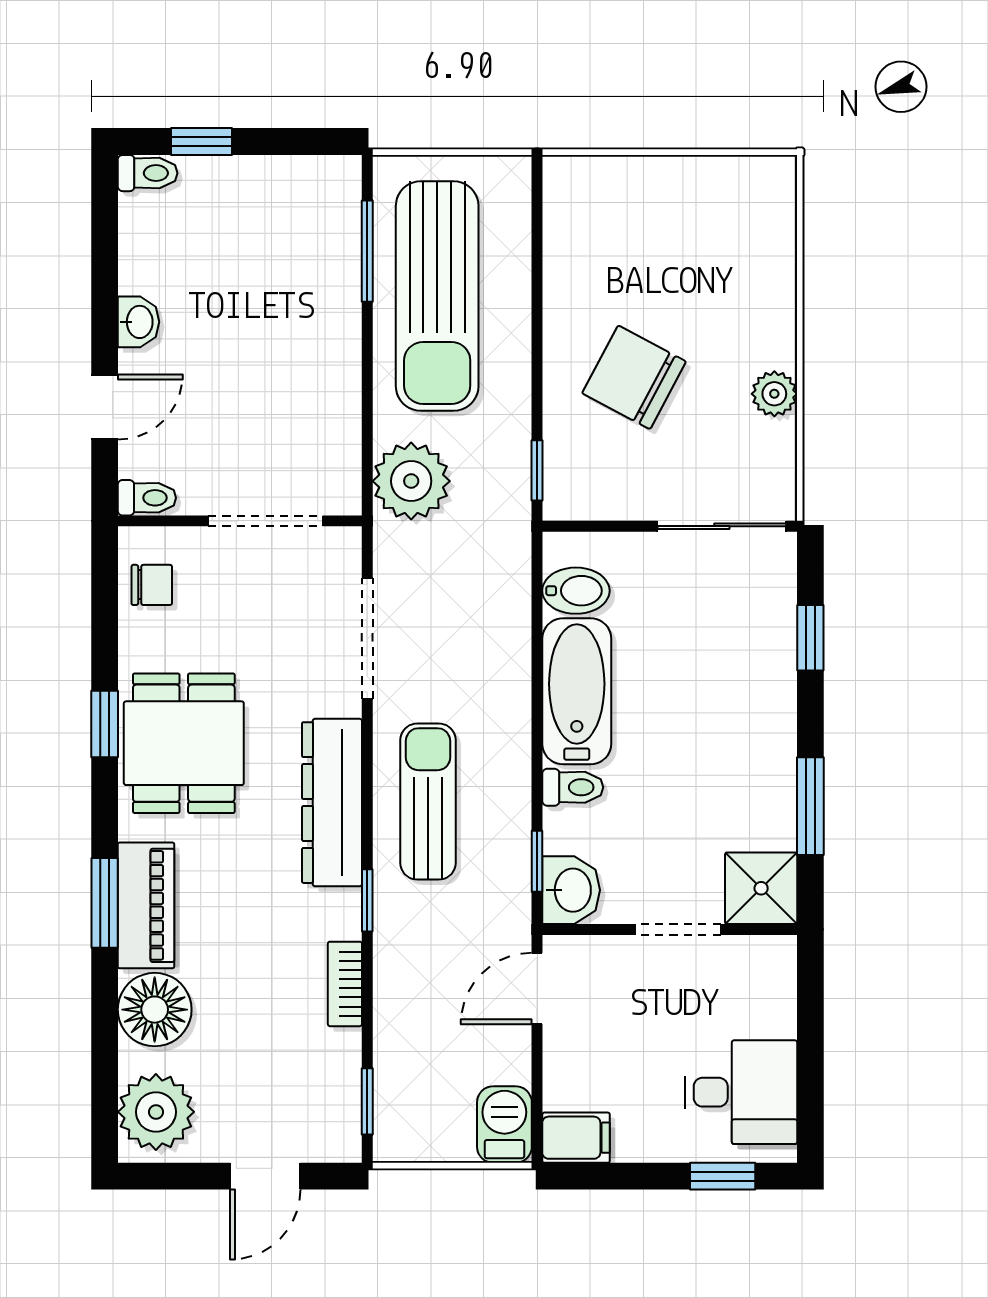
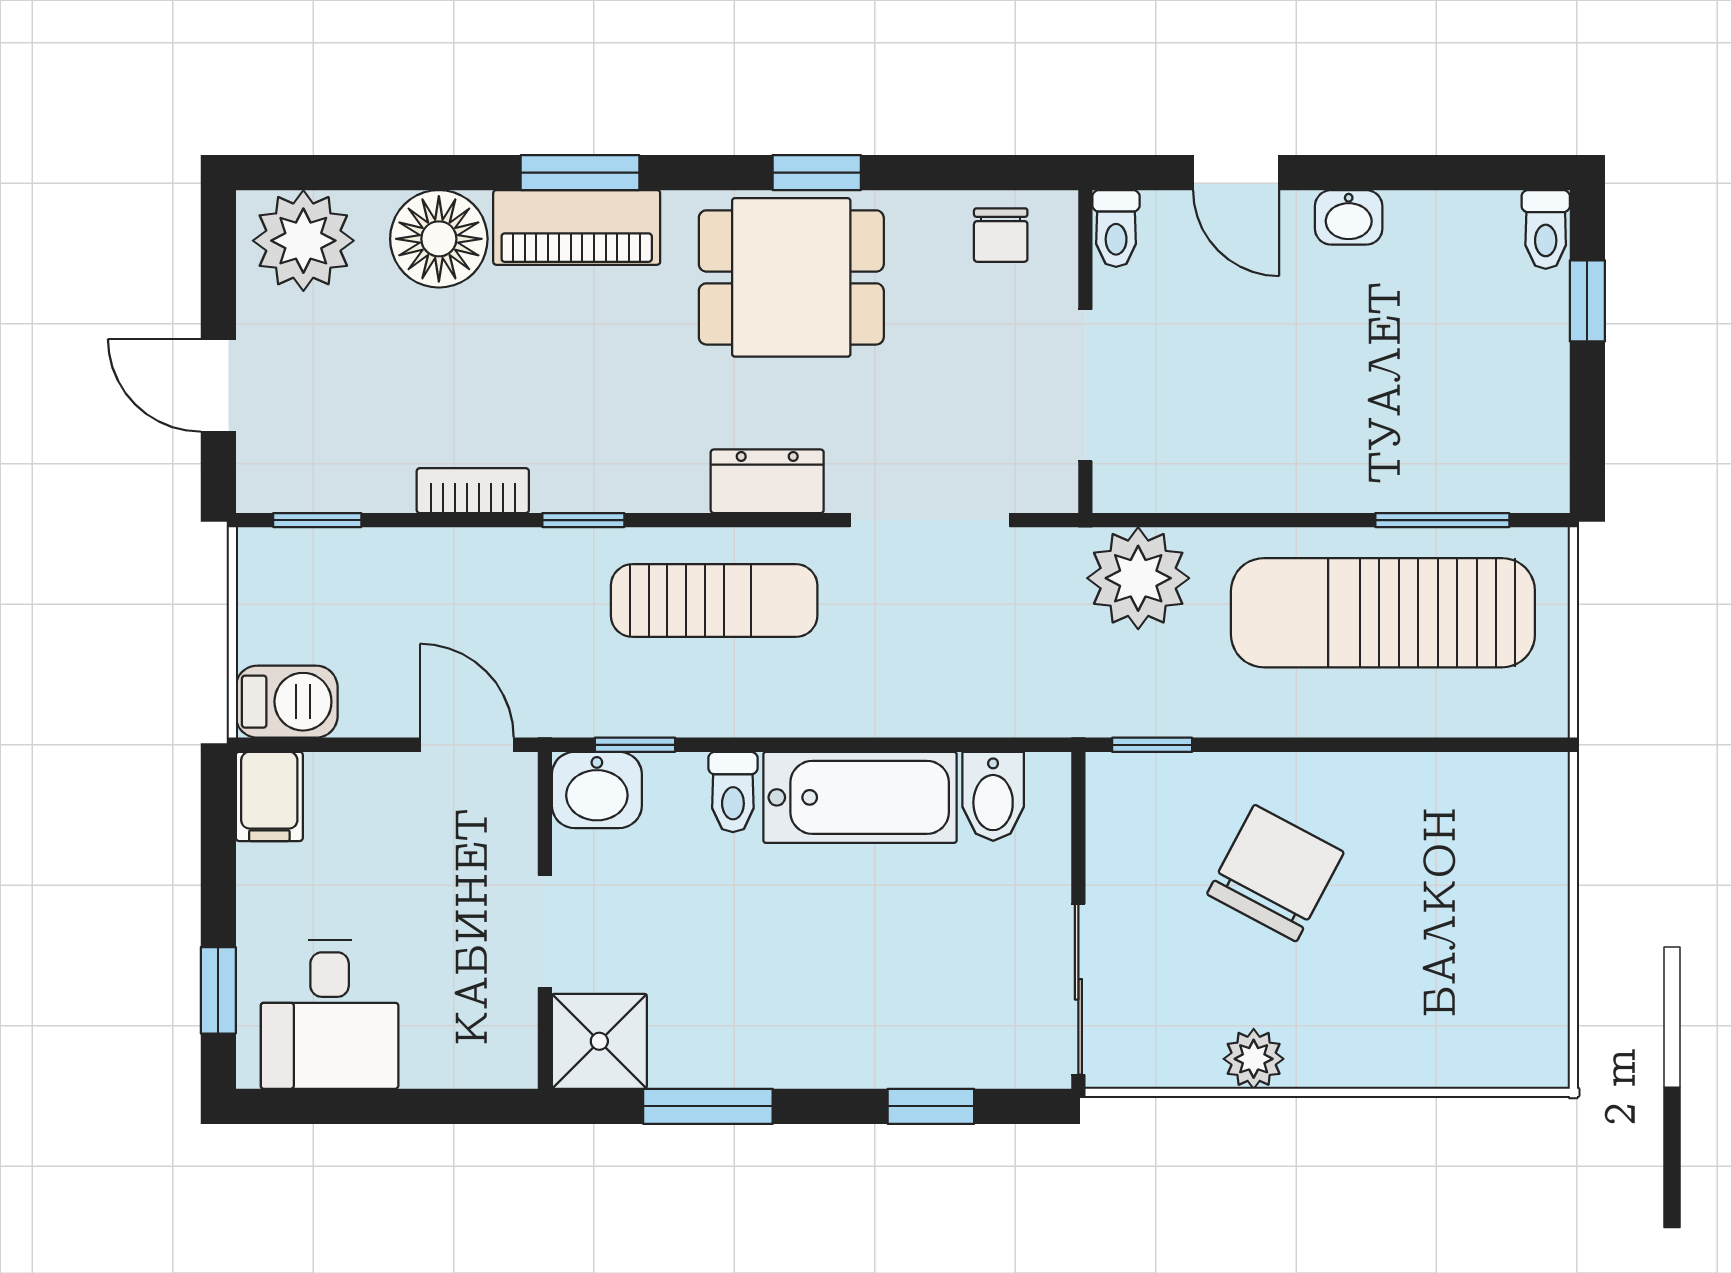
dresser: (332, 803) -> (767, 481), width x0.51, depth x0.80

